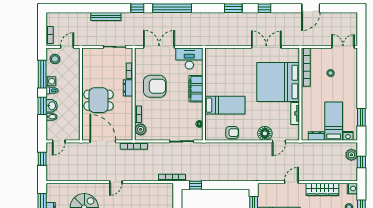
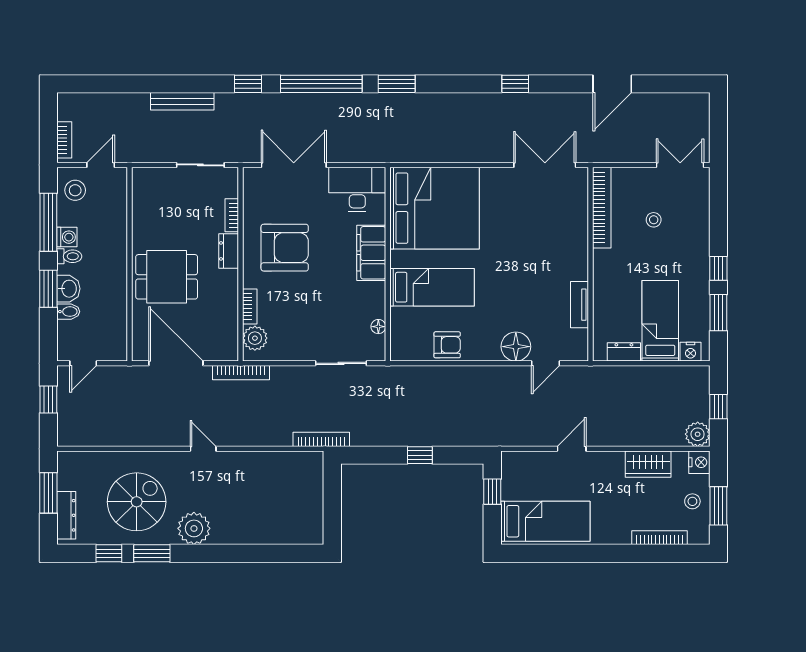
window: (233, 8) -> (397, 84), moved
double door: (266, 47) -> (545, 165), moved
bed: (278, 82) -> (435, 208), moved, turned 180
window: (361, 96) -> (718, 268), added
plant: (351, 155) -> (698, 434), moved
door: (116, 182) -> (203, 449), swing flipped
window: (195, 185) -> (420, 455), moved
wardrobe: (322, 189) -> (648, 464), width x0.67

